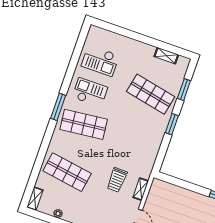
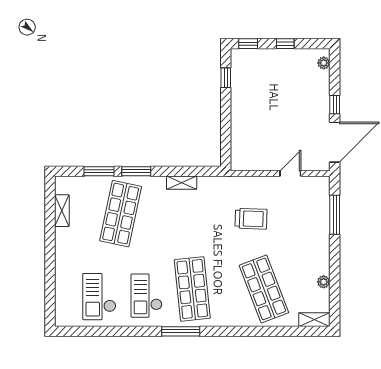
checkout: (100, 61) -> (99, 297), turned 180
window: (172, 124) -> (136, 171), moved
shop shelf: (67, 172) -> (264, 289), turned -30
shelving: (141, 189) -> (182, 183), moved

